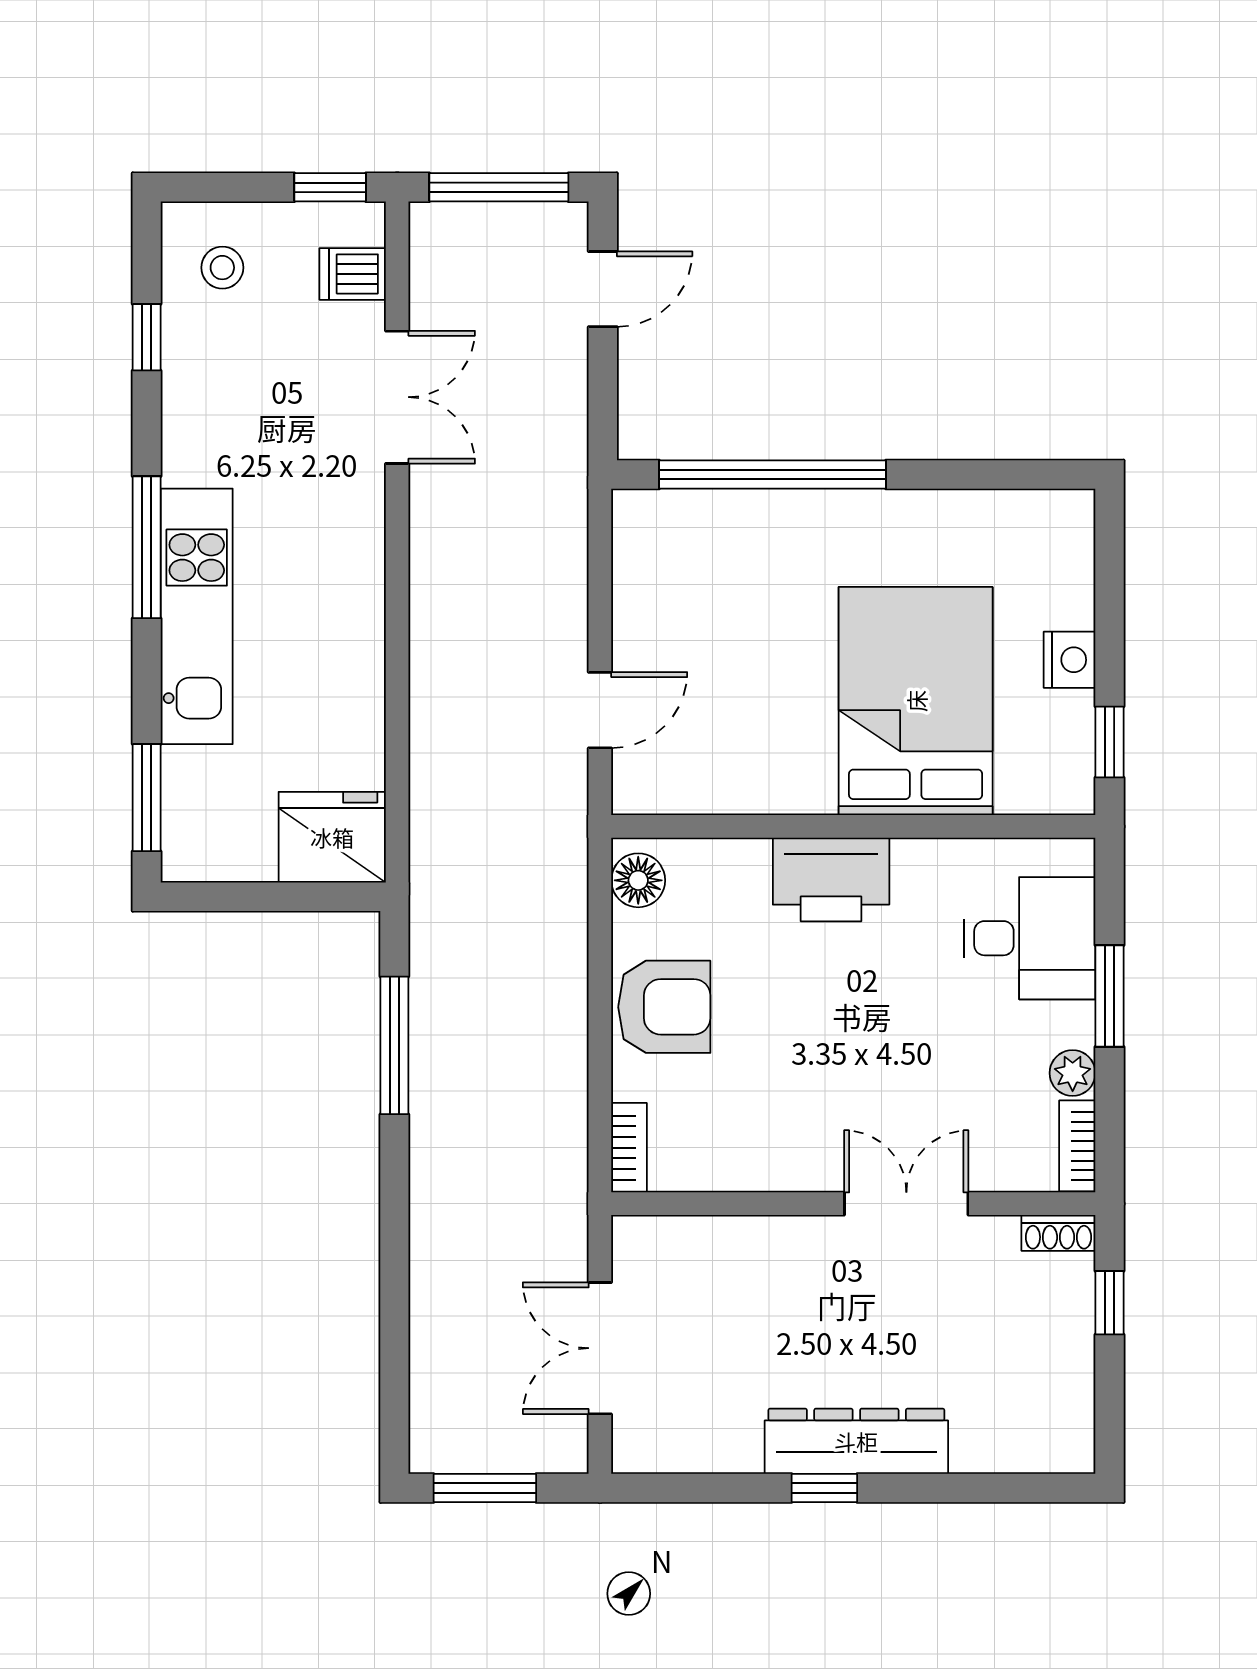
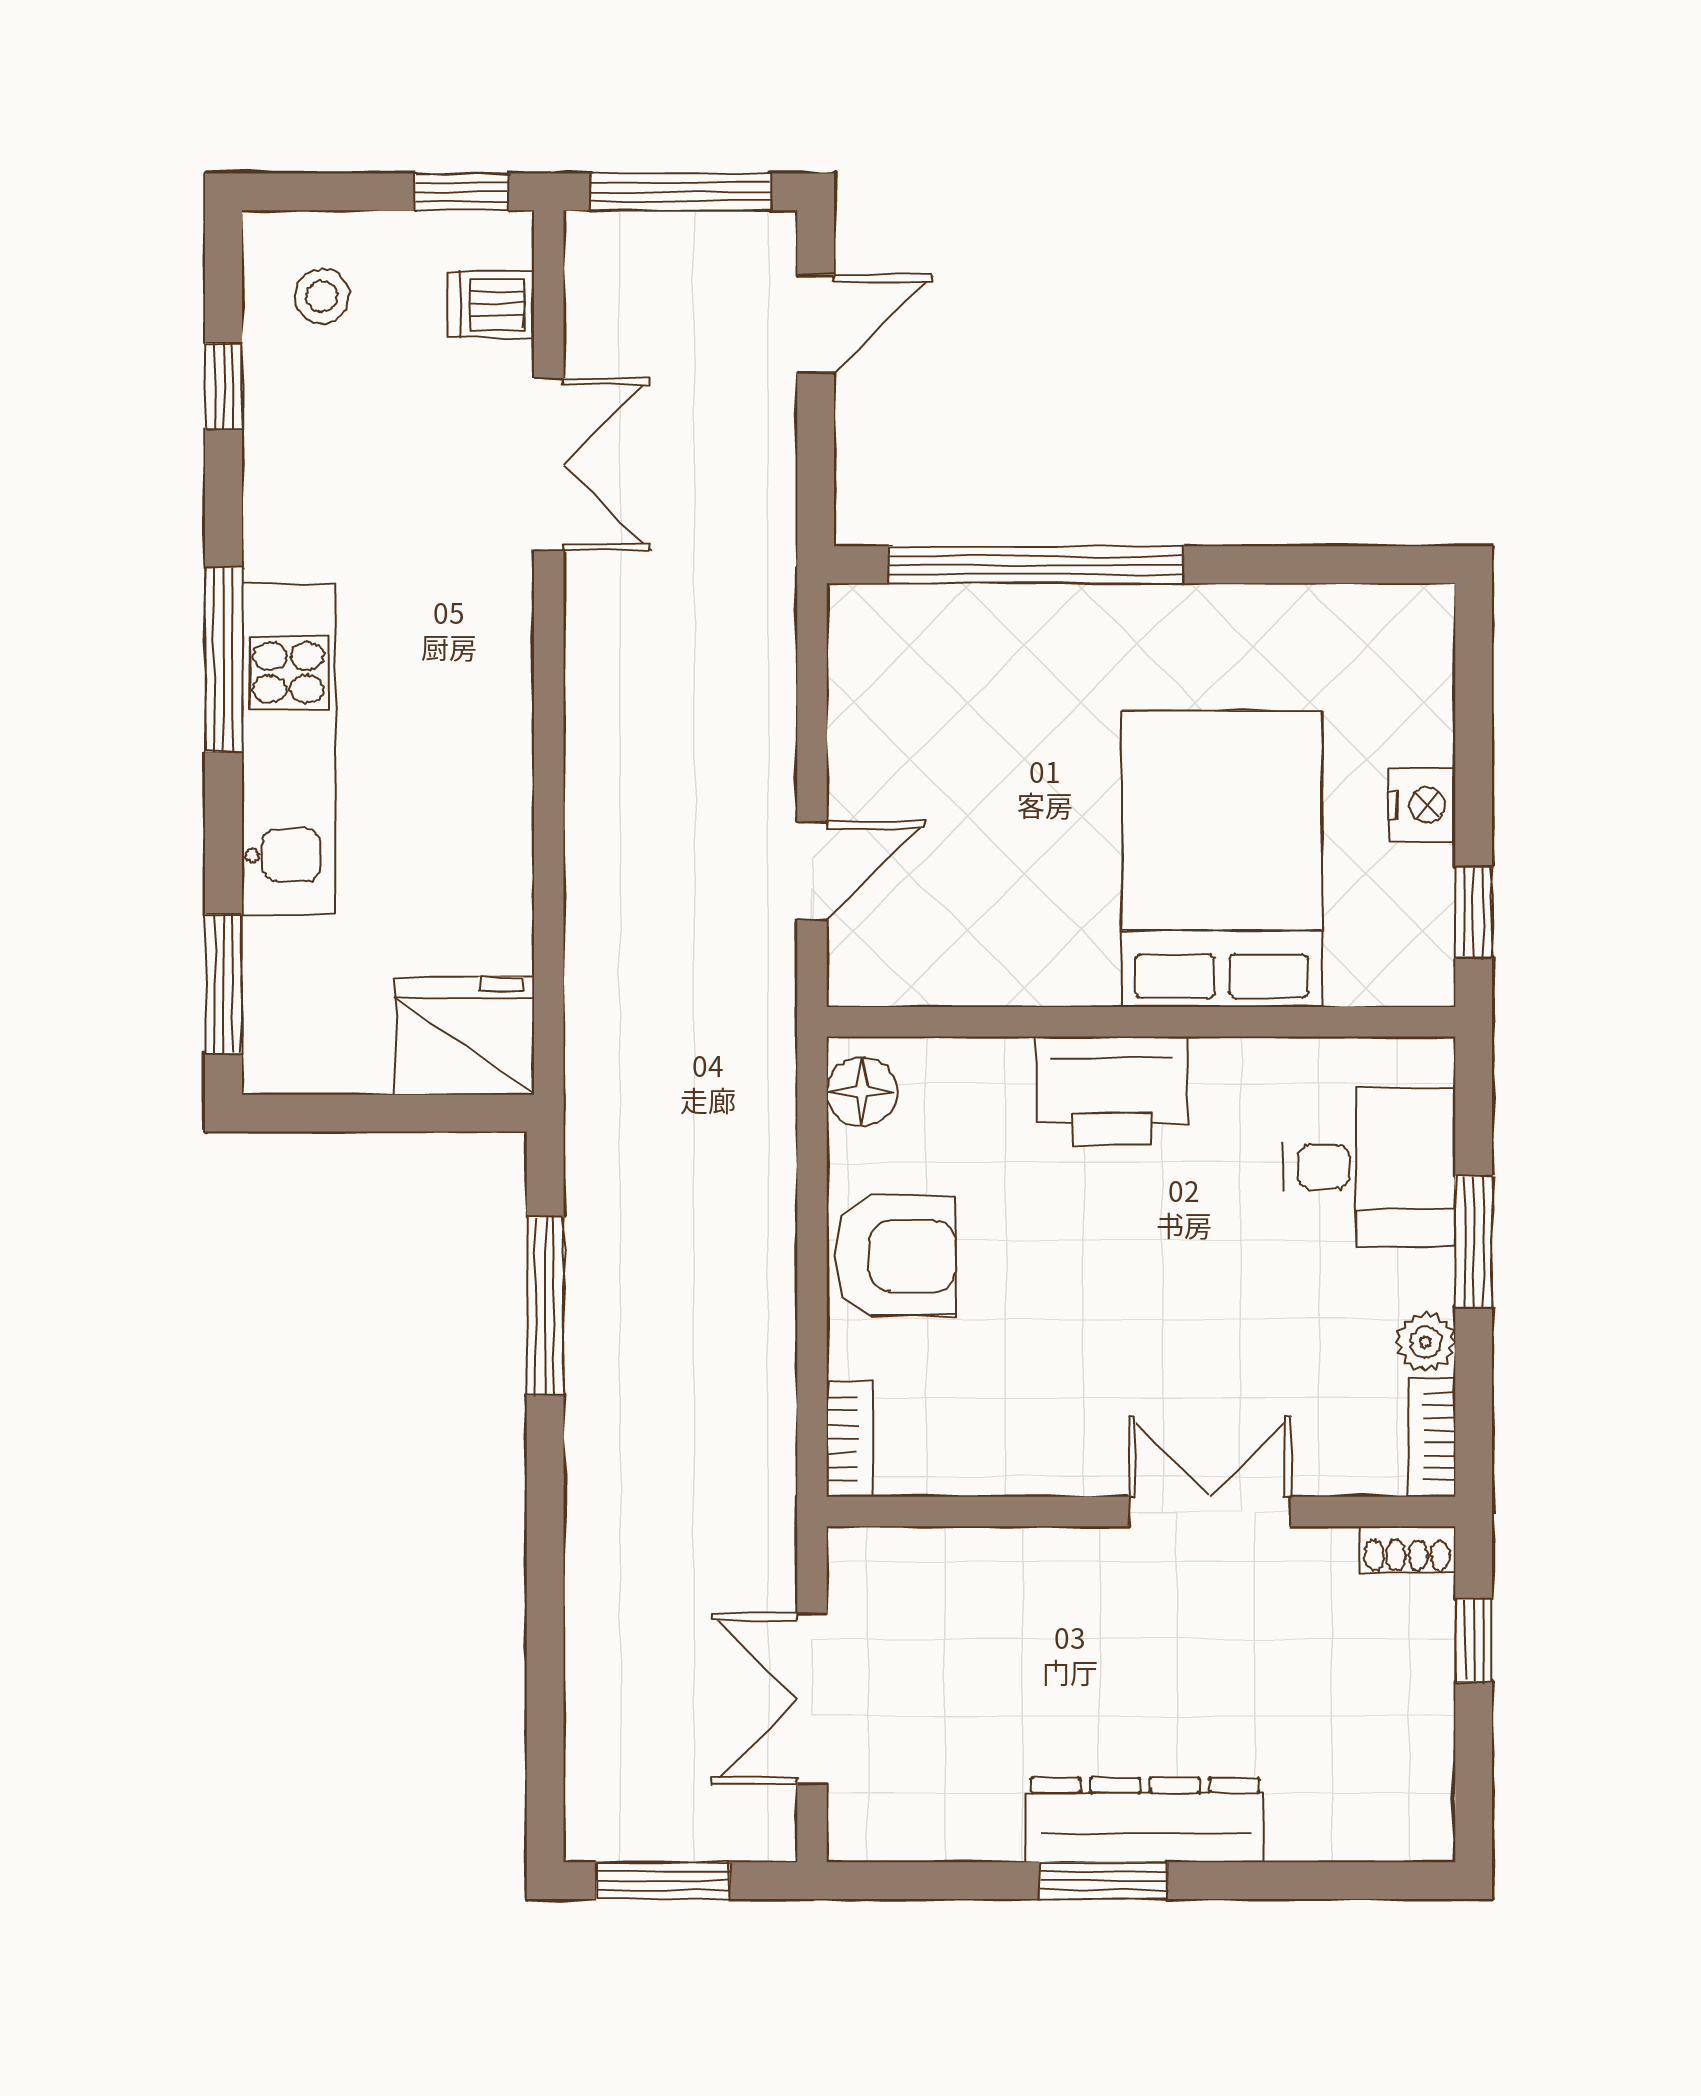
window: (824, 1488) -> (1103, 1881), width x1.50

